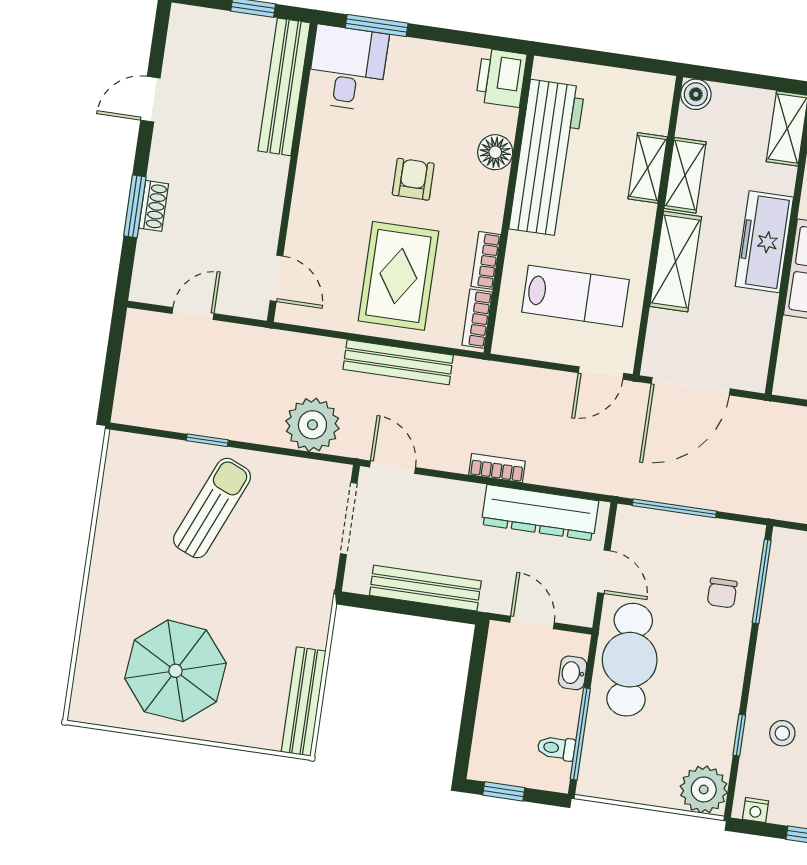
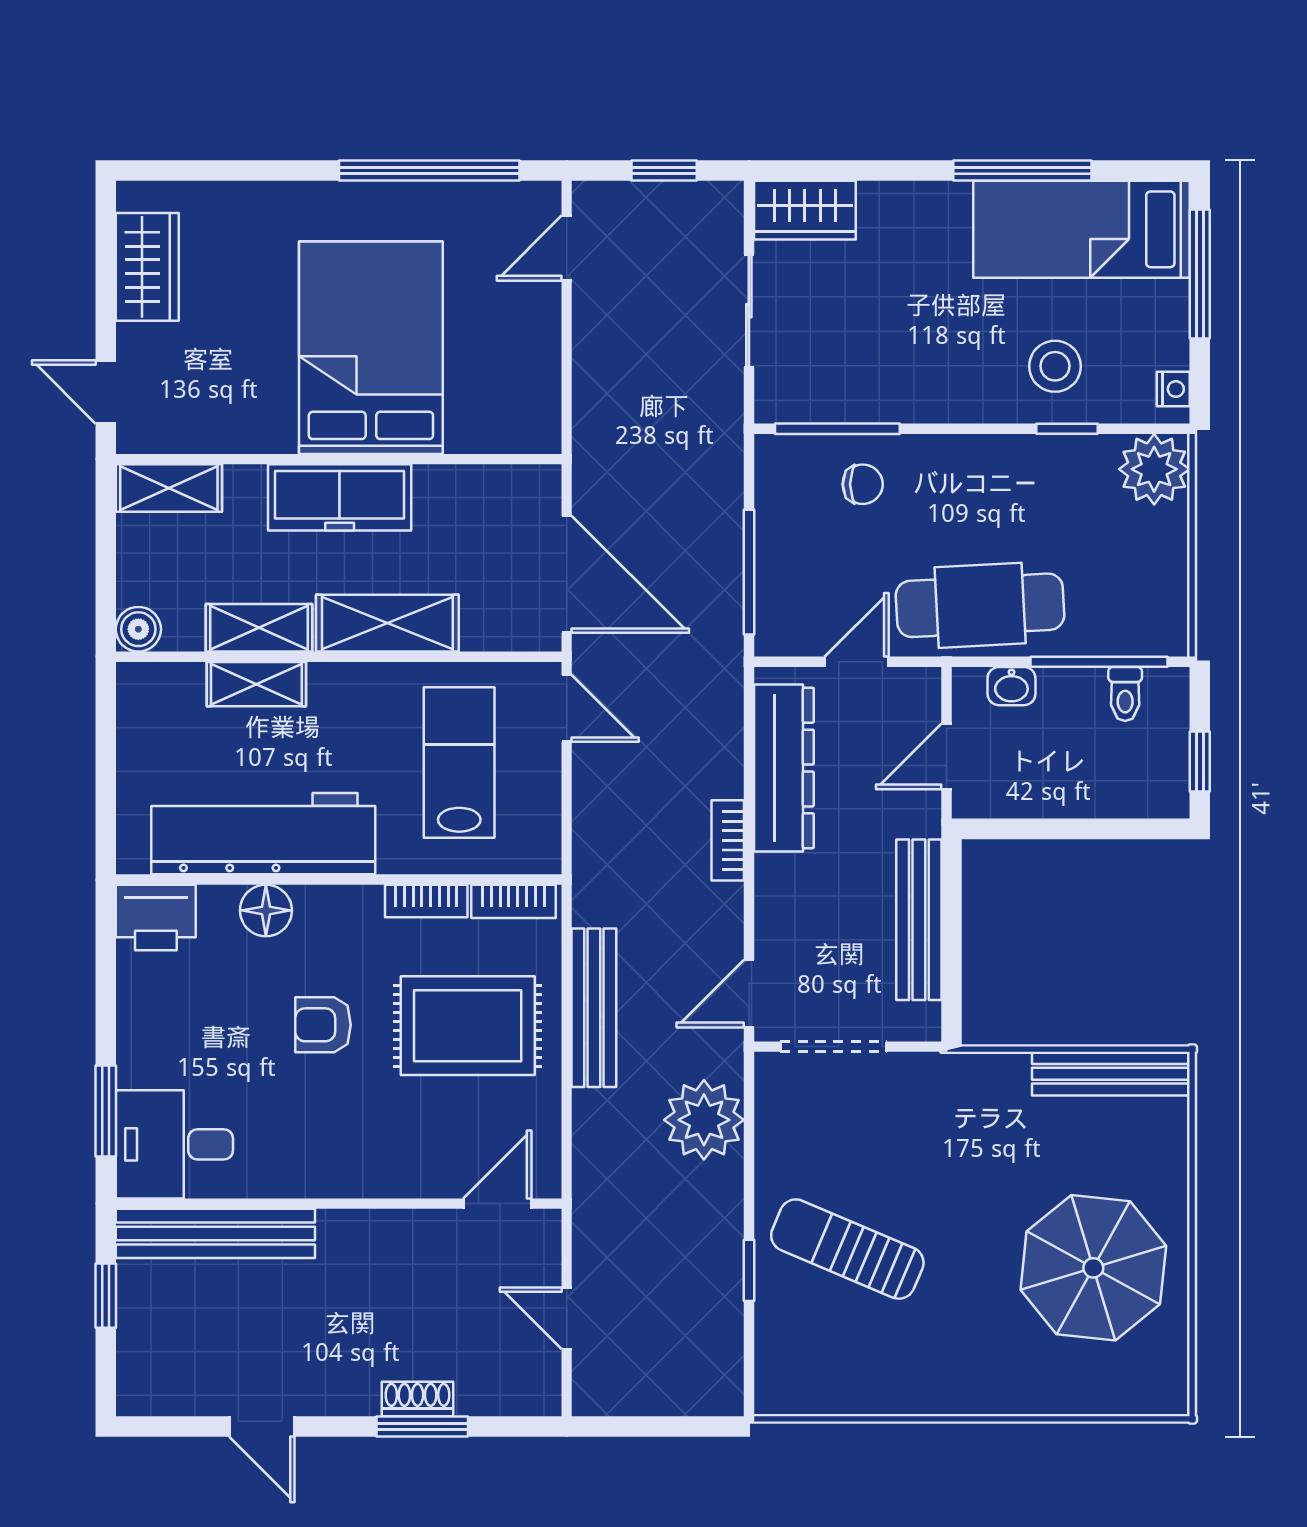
stool: (782, 733) -> (1055, 366), width x1.37, depth x1.37

